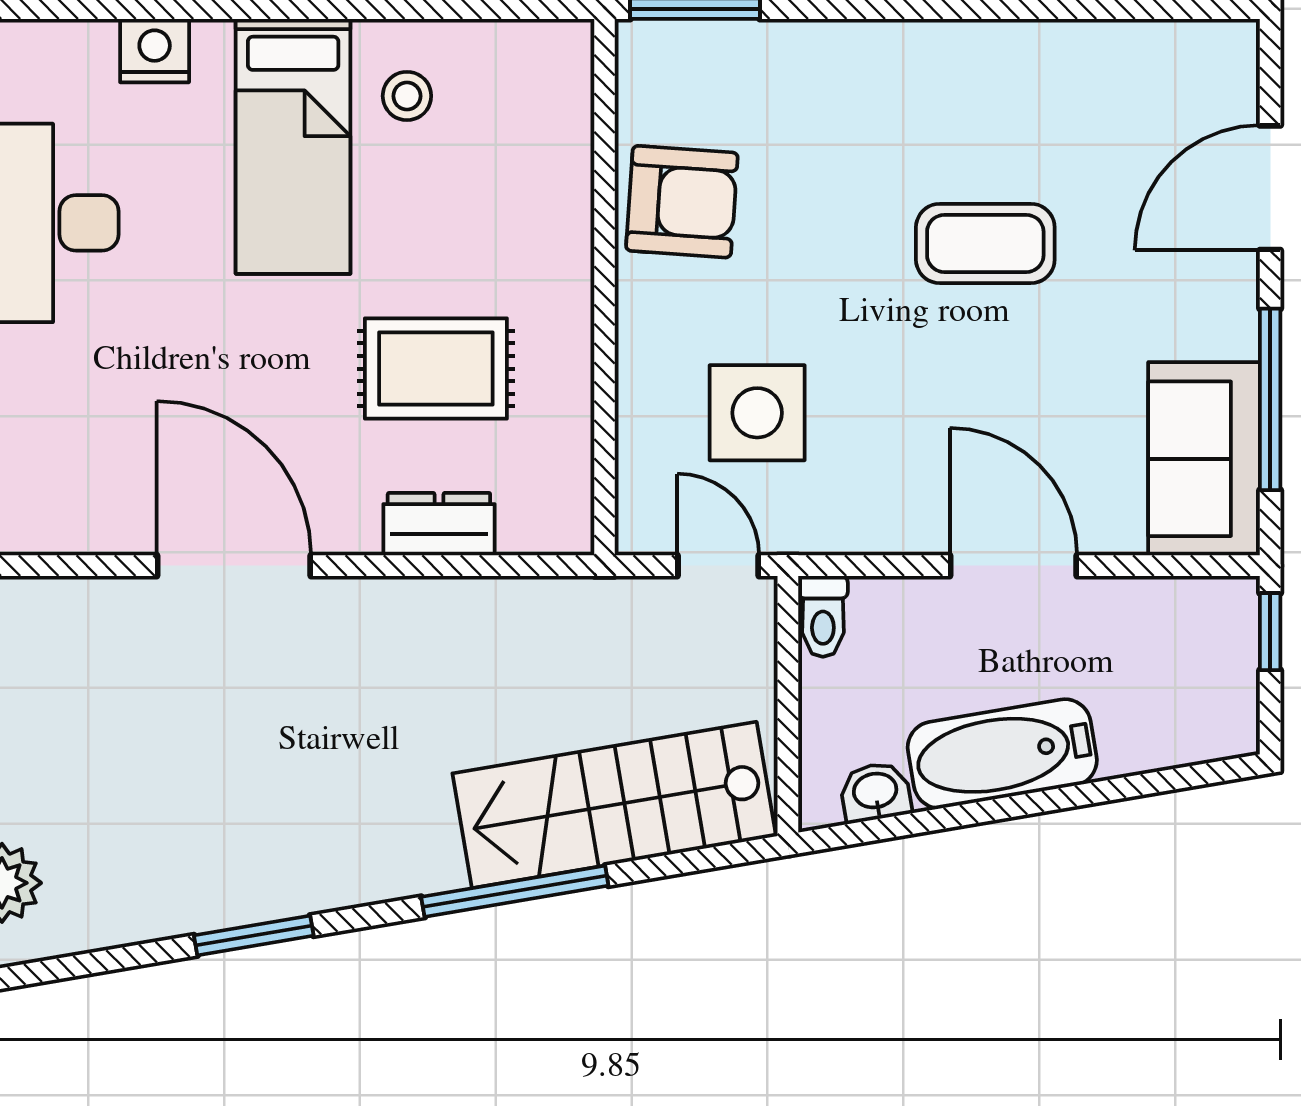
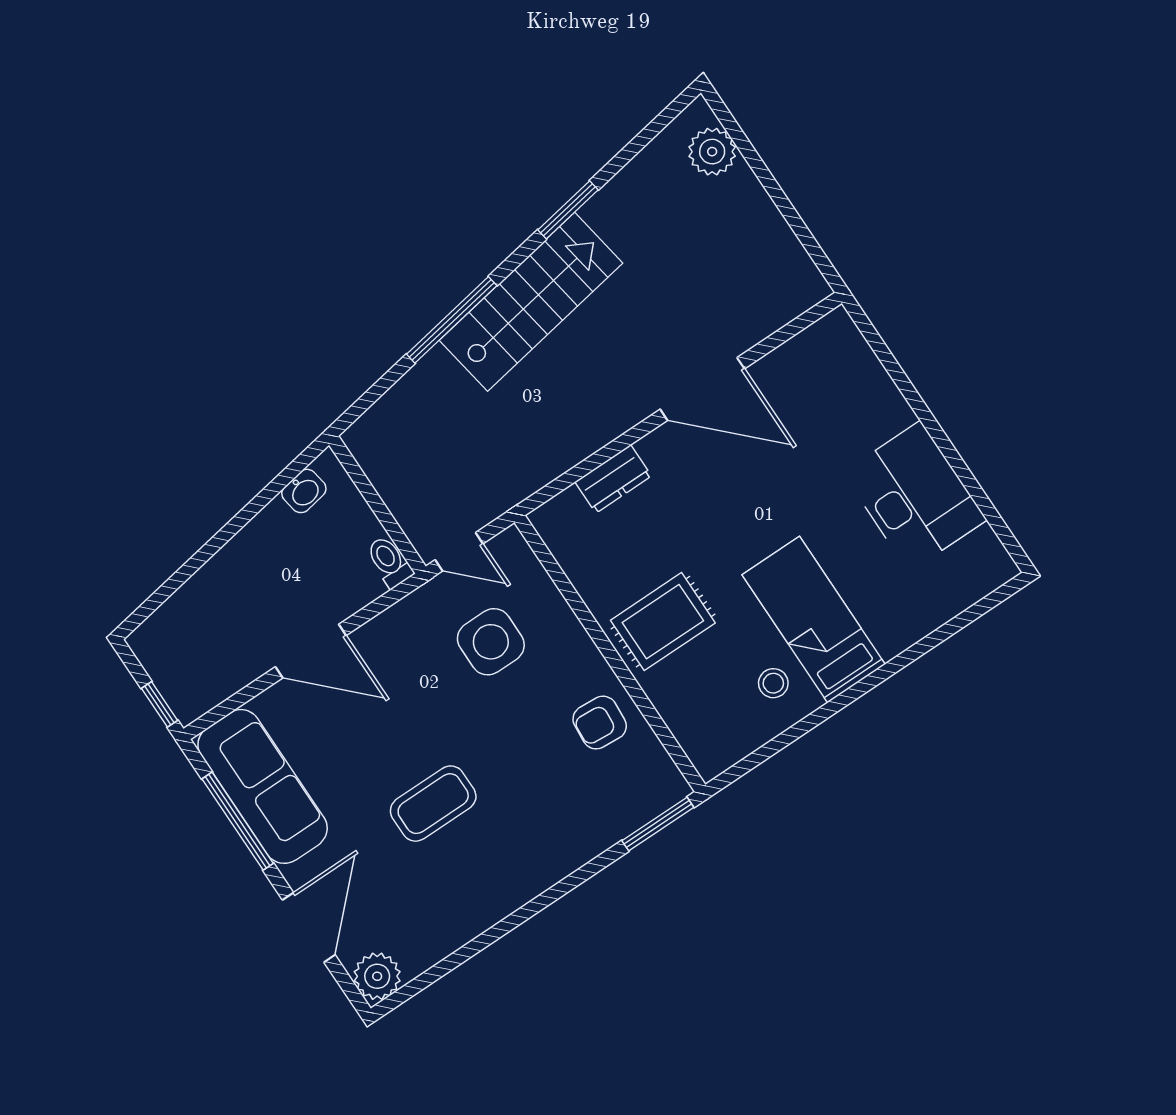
nightstand: (155, 51) -> (915, 621), removed
plant: (1221, 58) -> (377, 976), added
armchair: (682, 202) -> (600, 723), width x0.72, depth x0.72
rug: (436, 369) -> (663, 622), moved
sofa: (1204, 459) -> (263, 786), width x1.36
bathtub: (1002, 754) -> (253, 553), removed
stairs: (614, 805) -> (531, 302), moved

